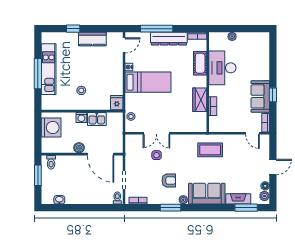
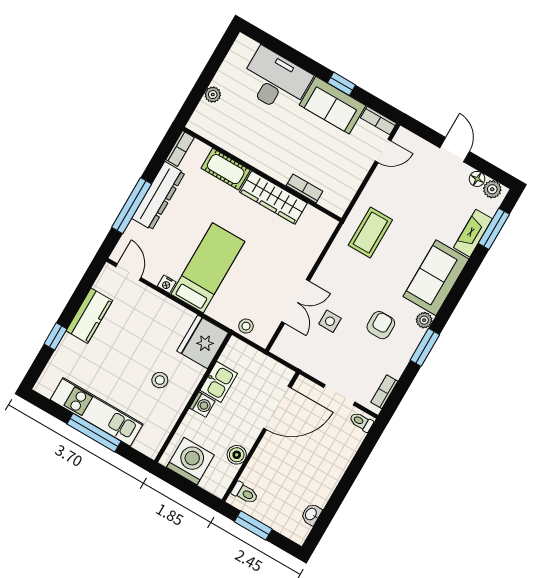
desk: (222, 68) -> (275, 81), moved, turned 180
wardrobe: (200, 100) -> (273, 198), width x1.50
fridge: (117, 103) -> (203, 342), width x1.88, depth x1.34
boiler: (79, 148) -> (237, 455), moved

